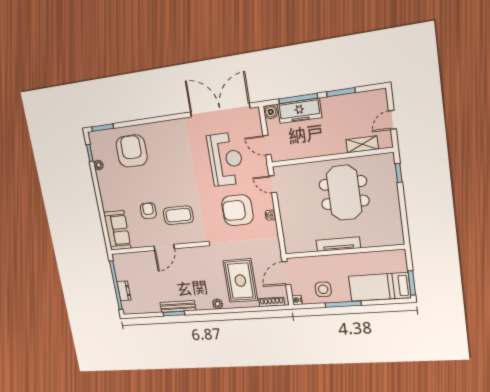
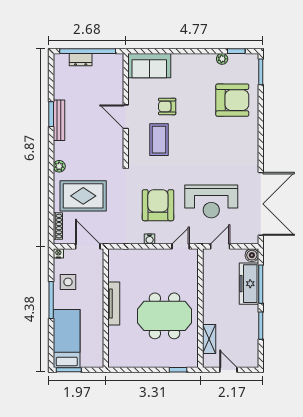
armchair: (148, 211) -> (167, 106), turned 180

